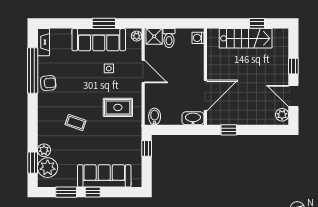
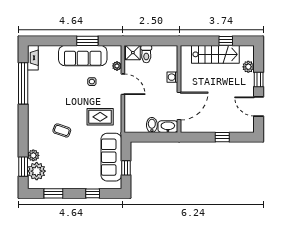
plant: (137, 36) -> (117, 66), moved
washing machine: (198, 38) -> (172, 77), moved
armchair: (48, 83) -> (37, 95), removed
plant: (282, 115) -> (248, 67), moved
bidet: (155, 116) -> (152, 125), moved
window: (229, 130) -> (222, 137), moved
window: (147, 148) -> (126, 168), moved
sofa: (104, 176) -> (111, 157), moved, turned -90
window: (93, 192) -> (93, 193), moved

